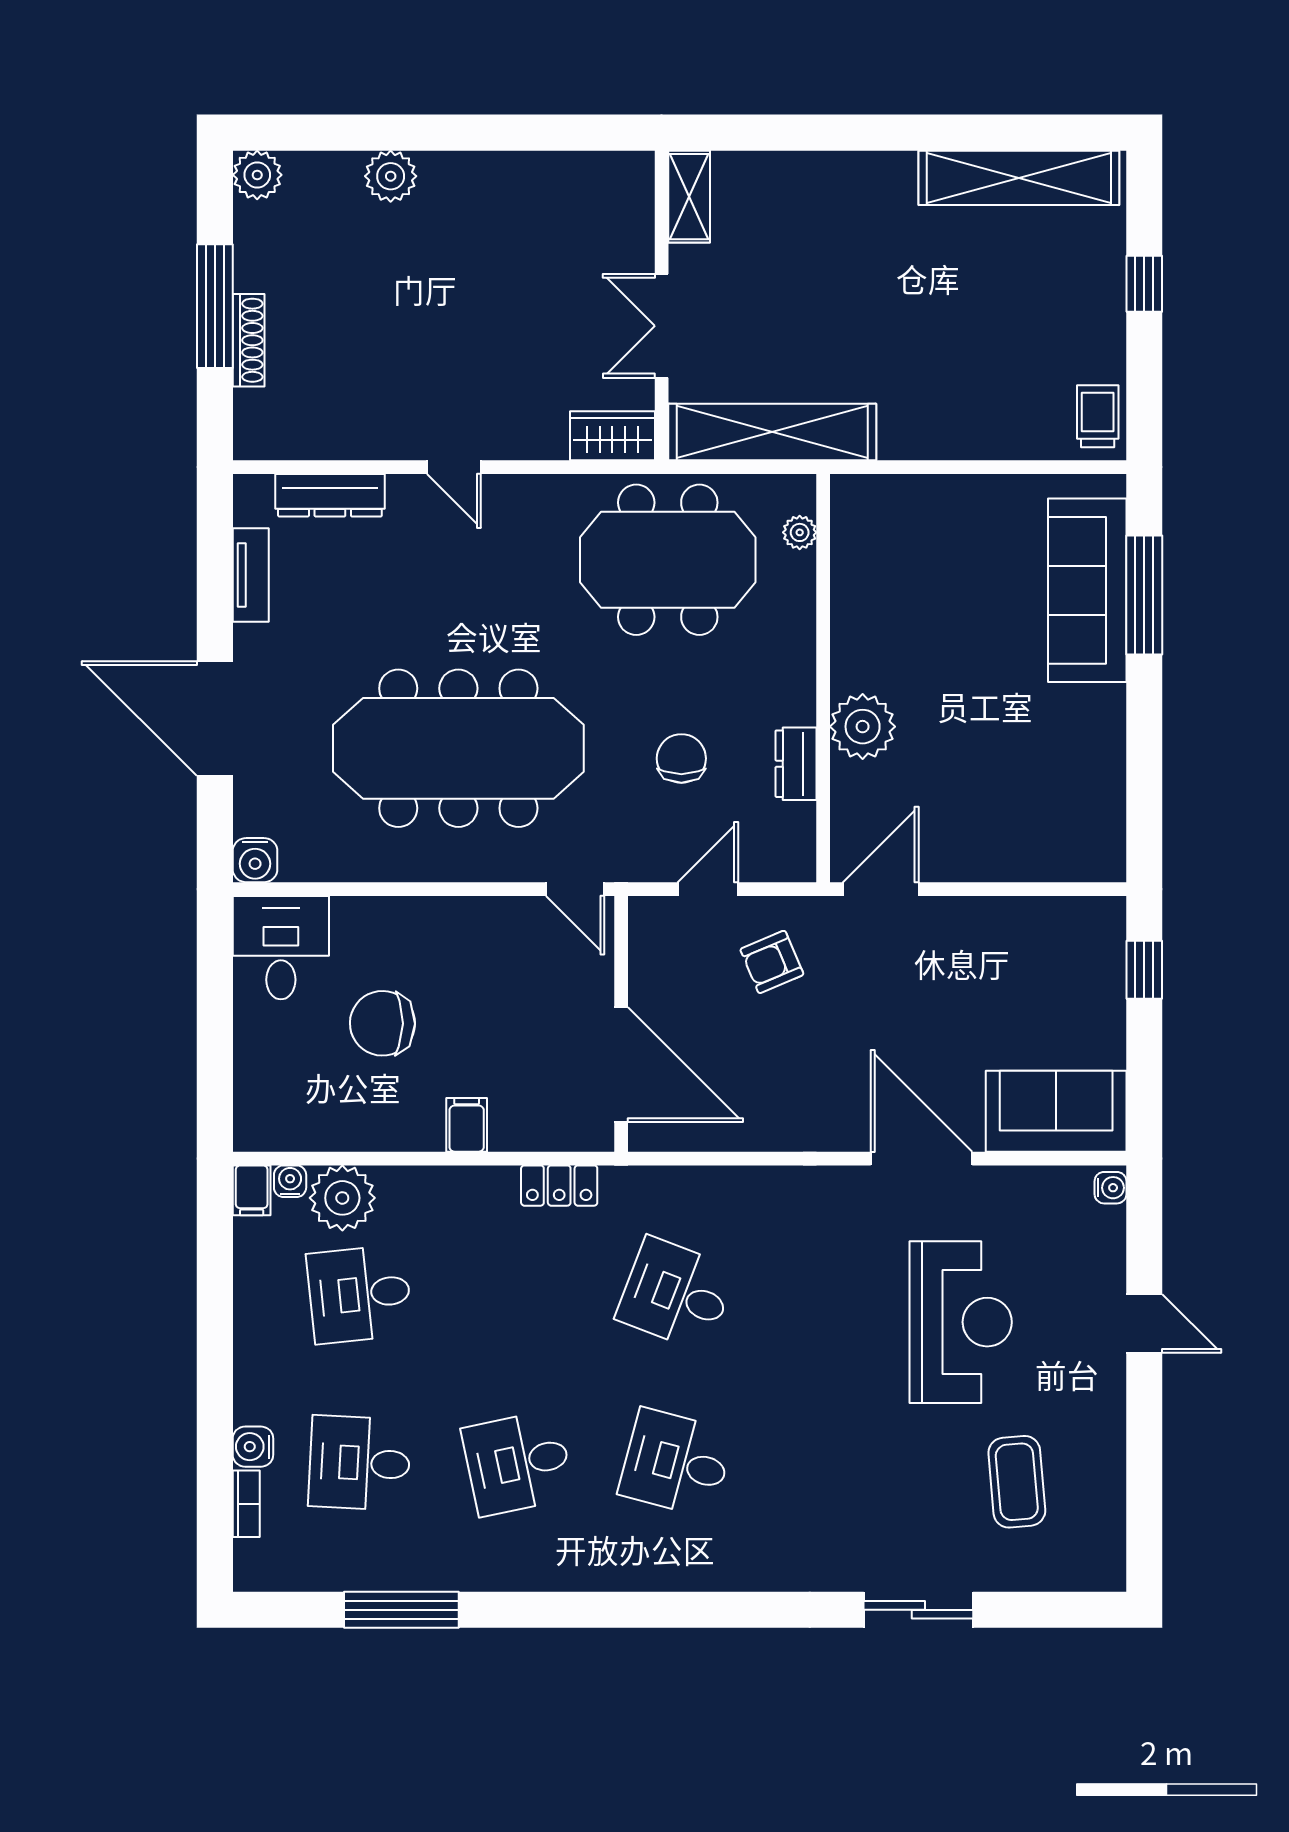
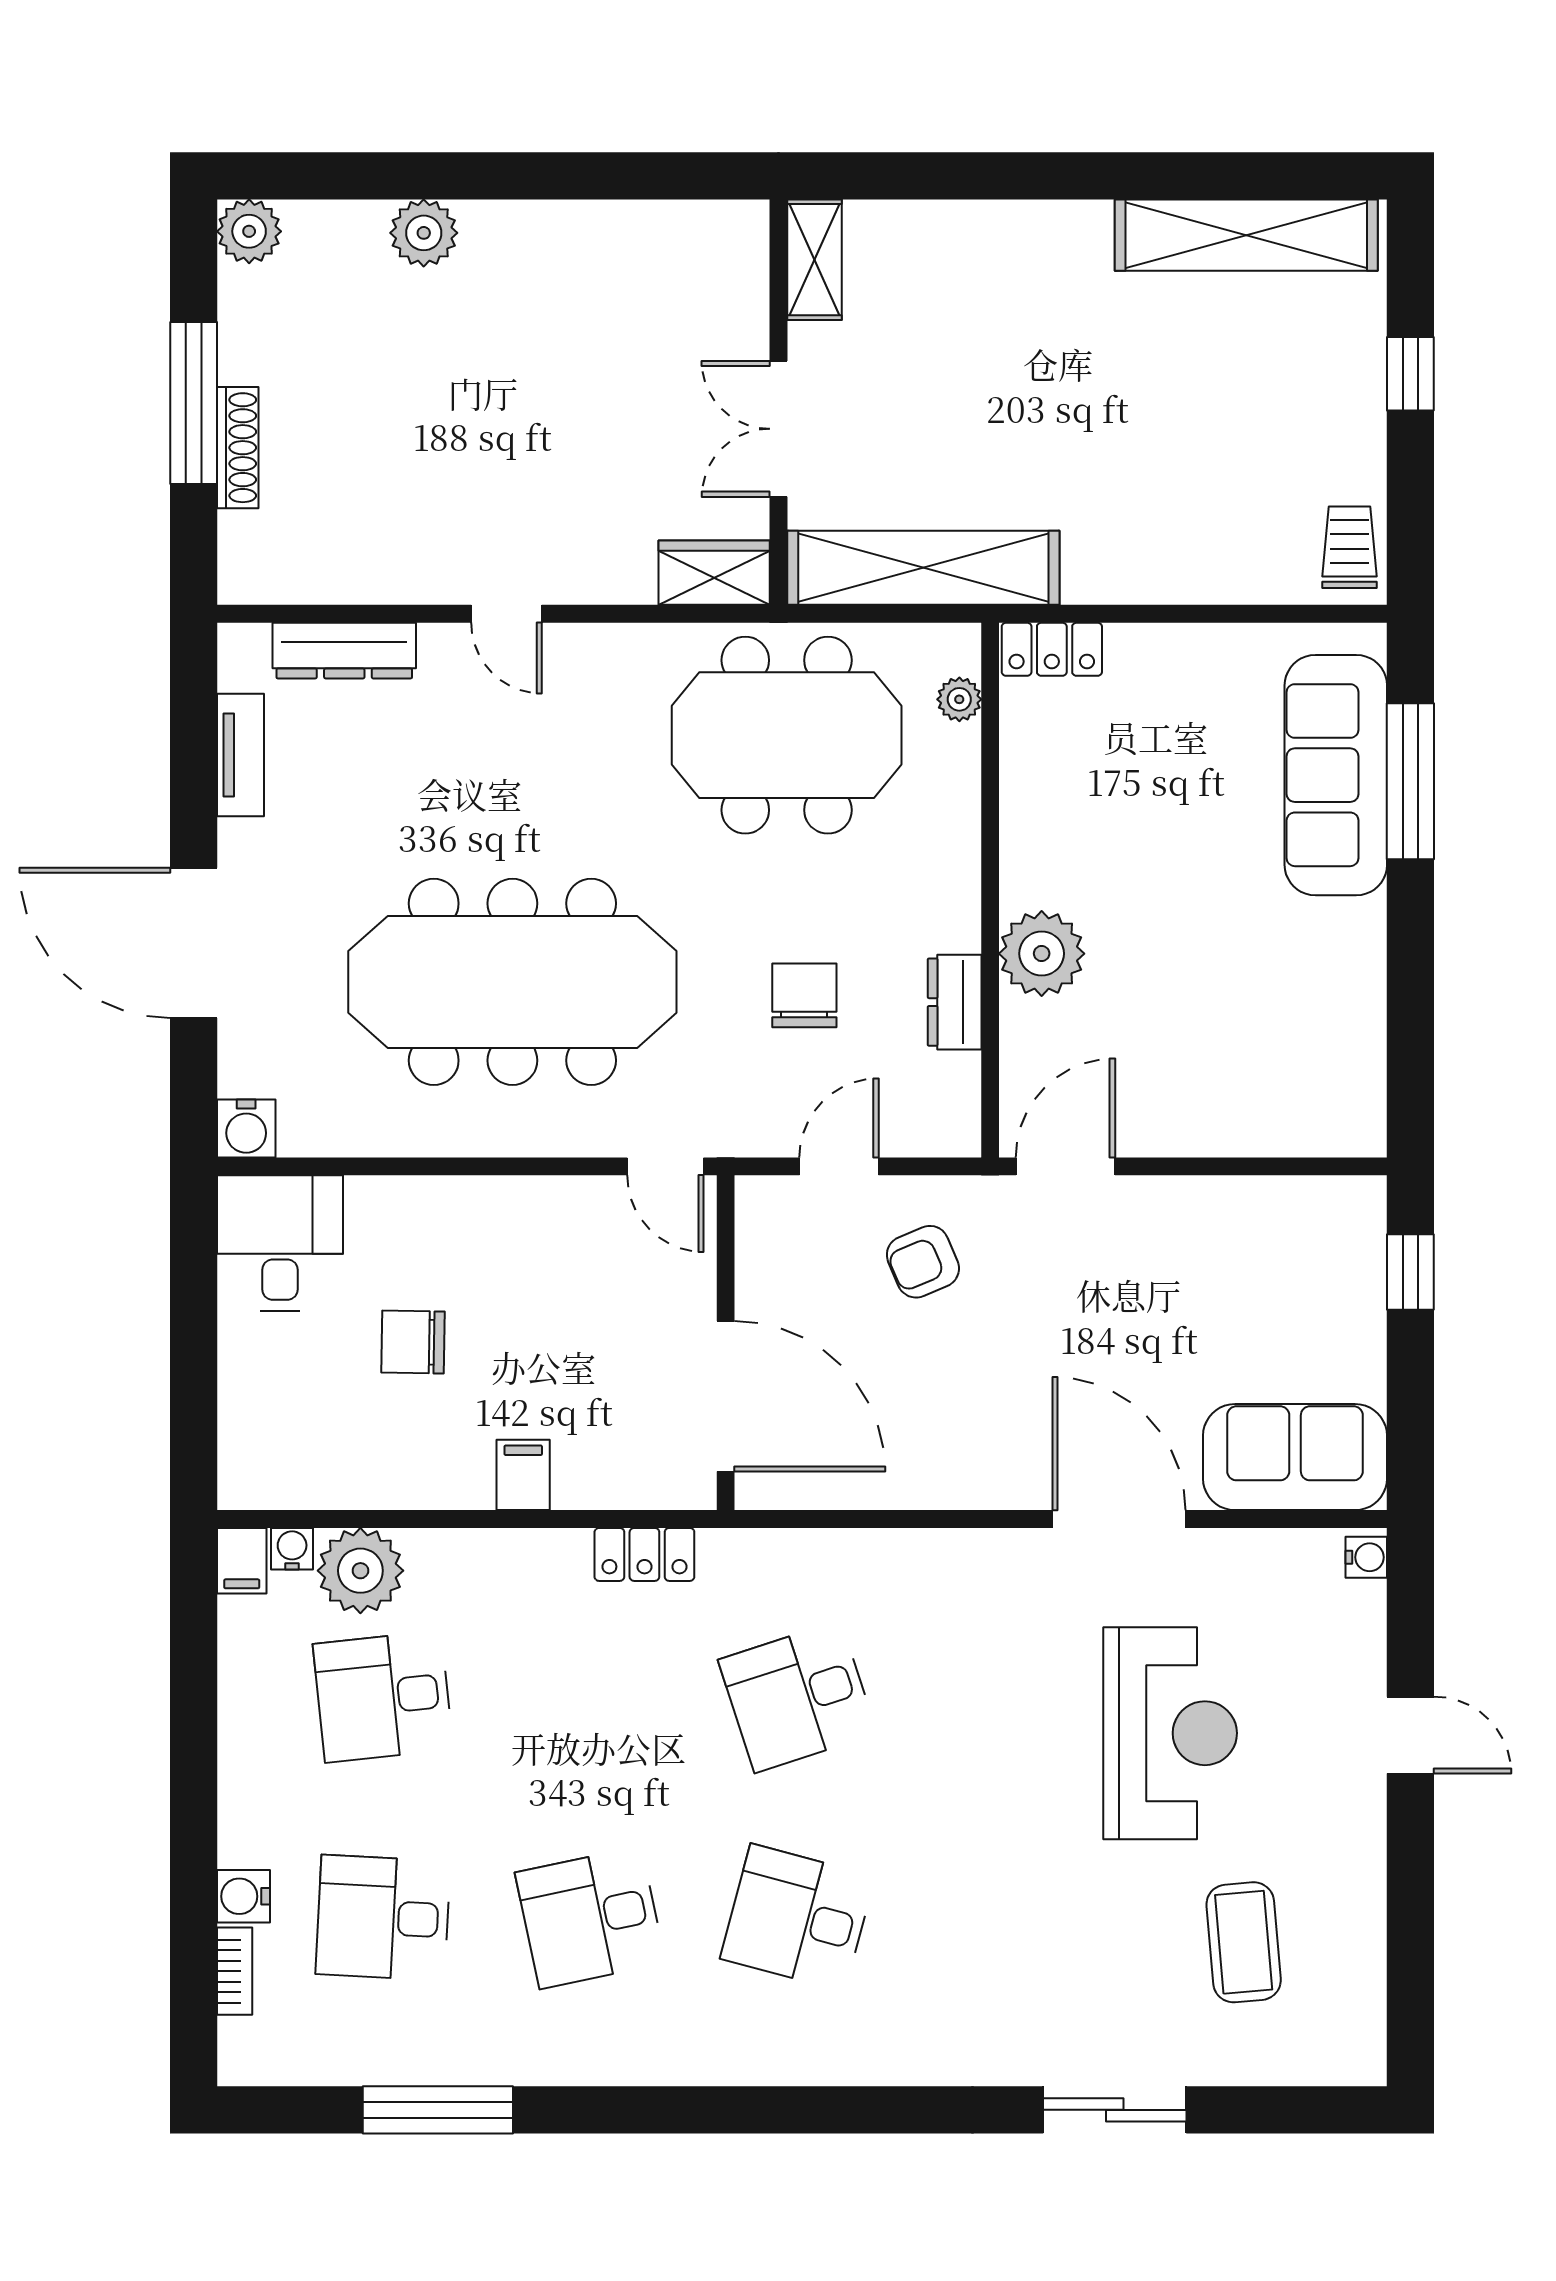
locker: (870, 494) -> (1052, 649), added
chair: (382, 1023) -> (413, 1342), width x0.73, depth x0.73
desk: (676, 1294) -> (798, 1697), turned -39

